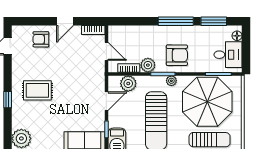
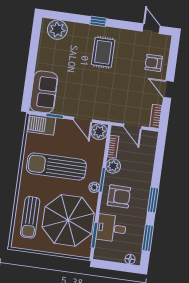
window: (176, 21) -> (153, 200), width x0.69
armchair: (41, 39) -> (154, 63), turned -90
door: (106, 51) -> (133, 127), hinge flipped
armchair: (177, 55) -> (119, 196), turned -90
desk: (228, 55) -> (111, 228), moved, turned 90
plant: (128, 84) -> (99, 132), moved

